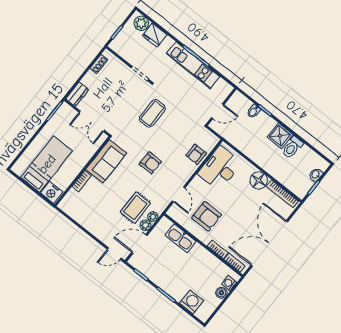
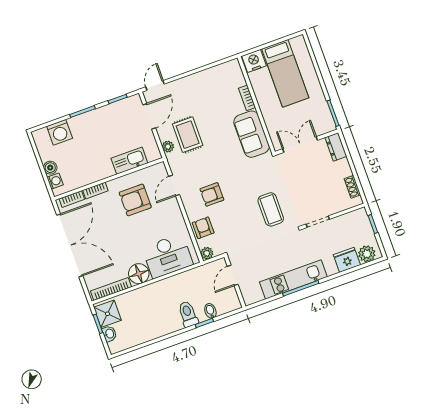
shower: (280, 136) -> (107, 314), moved
toilet: (292, 147) -> (188, 314), moved
armchair: (150, 163) -> (212, 194), moved
desk: (220, 168) -> (168, 256), moved, turned 90
door: (178, 195) -> (174, 185), hinge flipped
plant: (146, 225) -> (207, 253), moved

